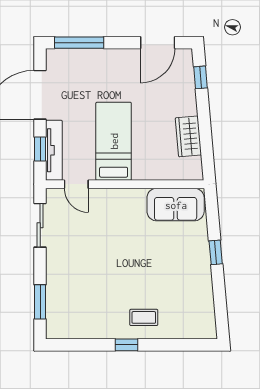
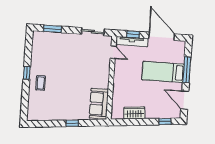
window: (79, 43) -> (187, 70), moved
bed: (114, 141) -> (163, 72), moved, turned 180
door: (76, 184) -> (113, 52), swing flipped

